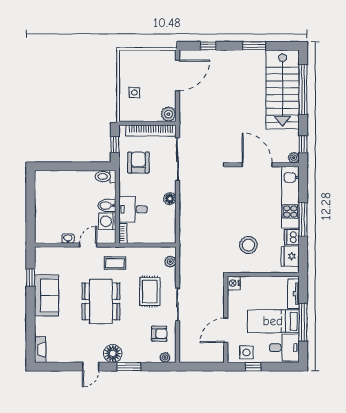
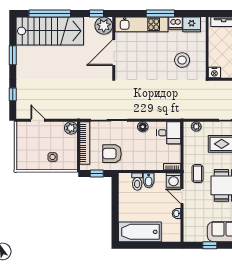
door: (178, 75) -> (38, 120), width x0.53
plant: (294, 158) -> (104, 26), width x1.88, depth x1.88
toilet: (105, 177) -> (137, 182), moved
bathtub: (46, 195) -> (140, 232), added
desk: (133, 209) -> (169, 133), moved, turned -90
washing machine: (107, 221) -> (174, 180), moved

